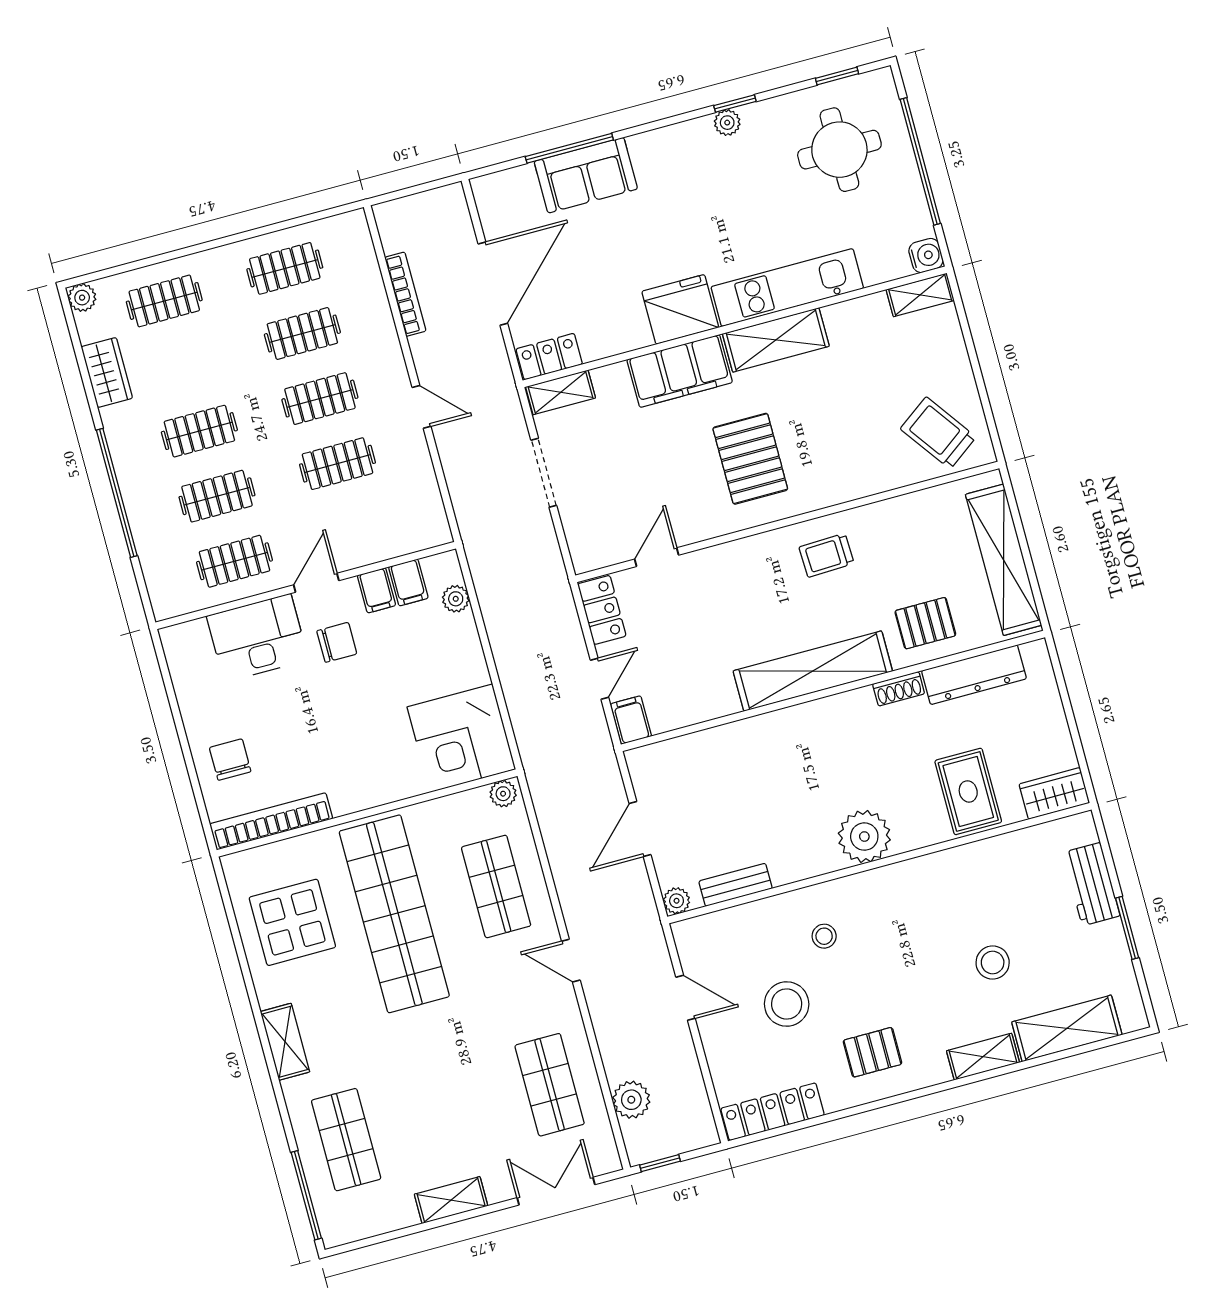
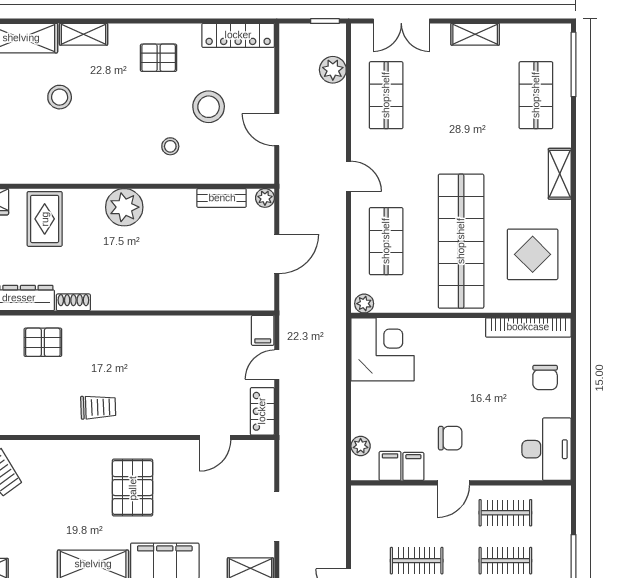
desk: (257, 638) -> (547, 449), moved, turned -90
chair: (337, 642) -> (450, 438), turned 180
shelving: (813, 671) -> (129, 330), removed

